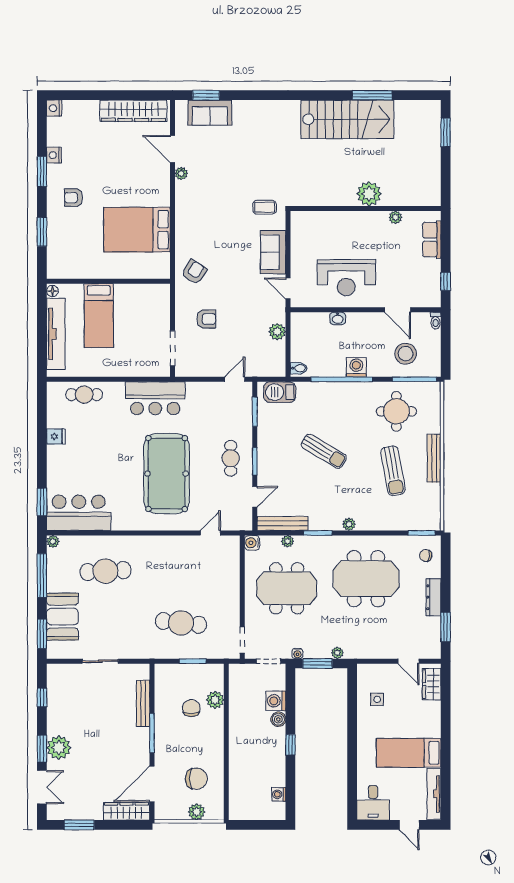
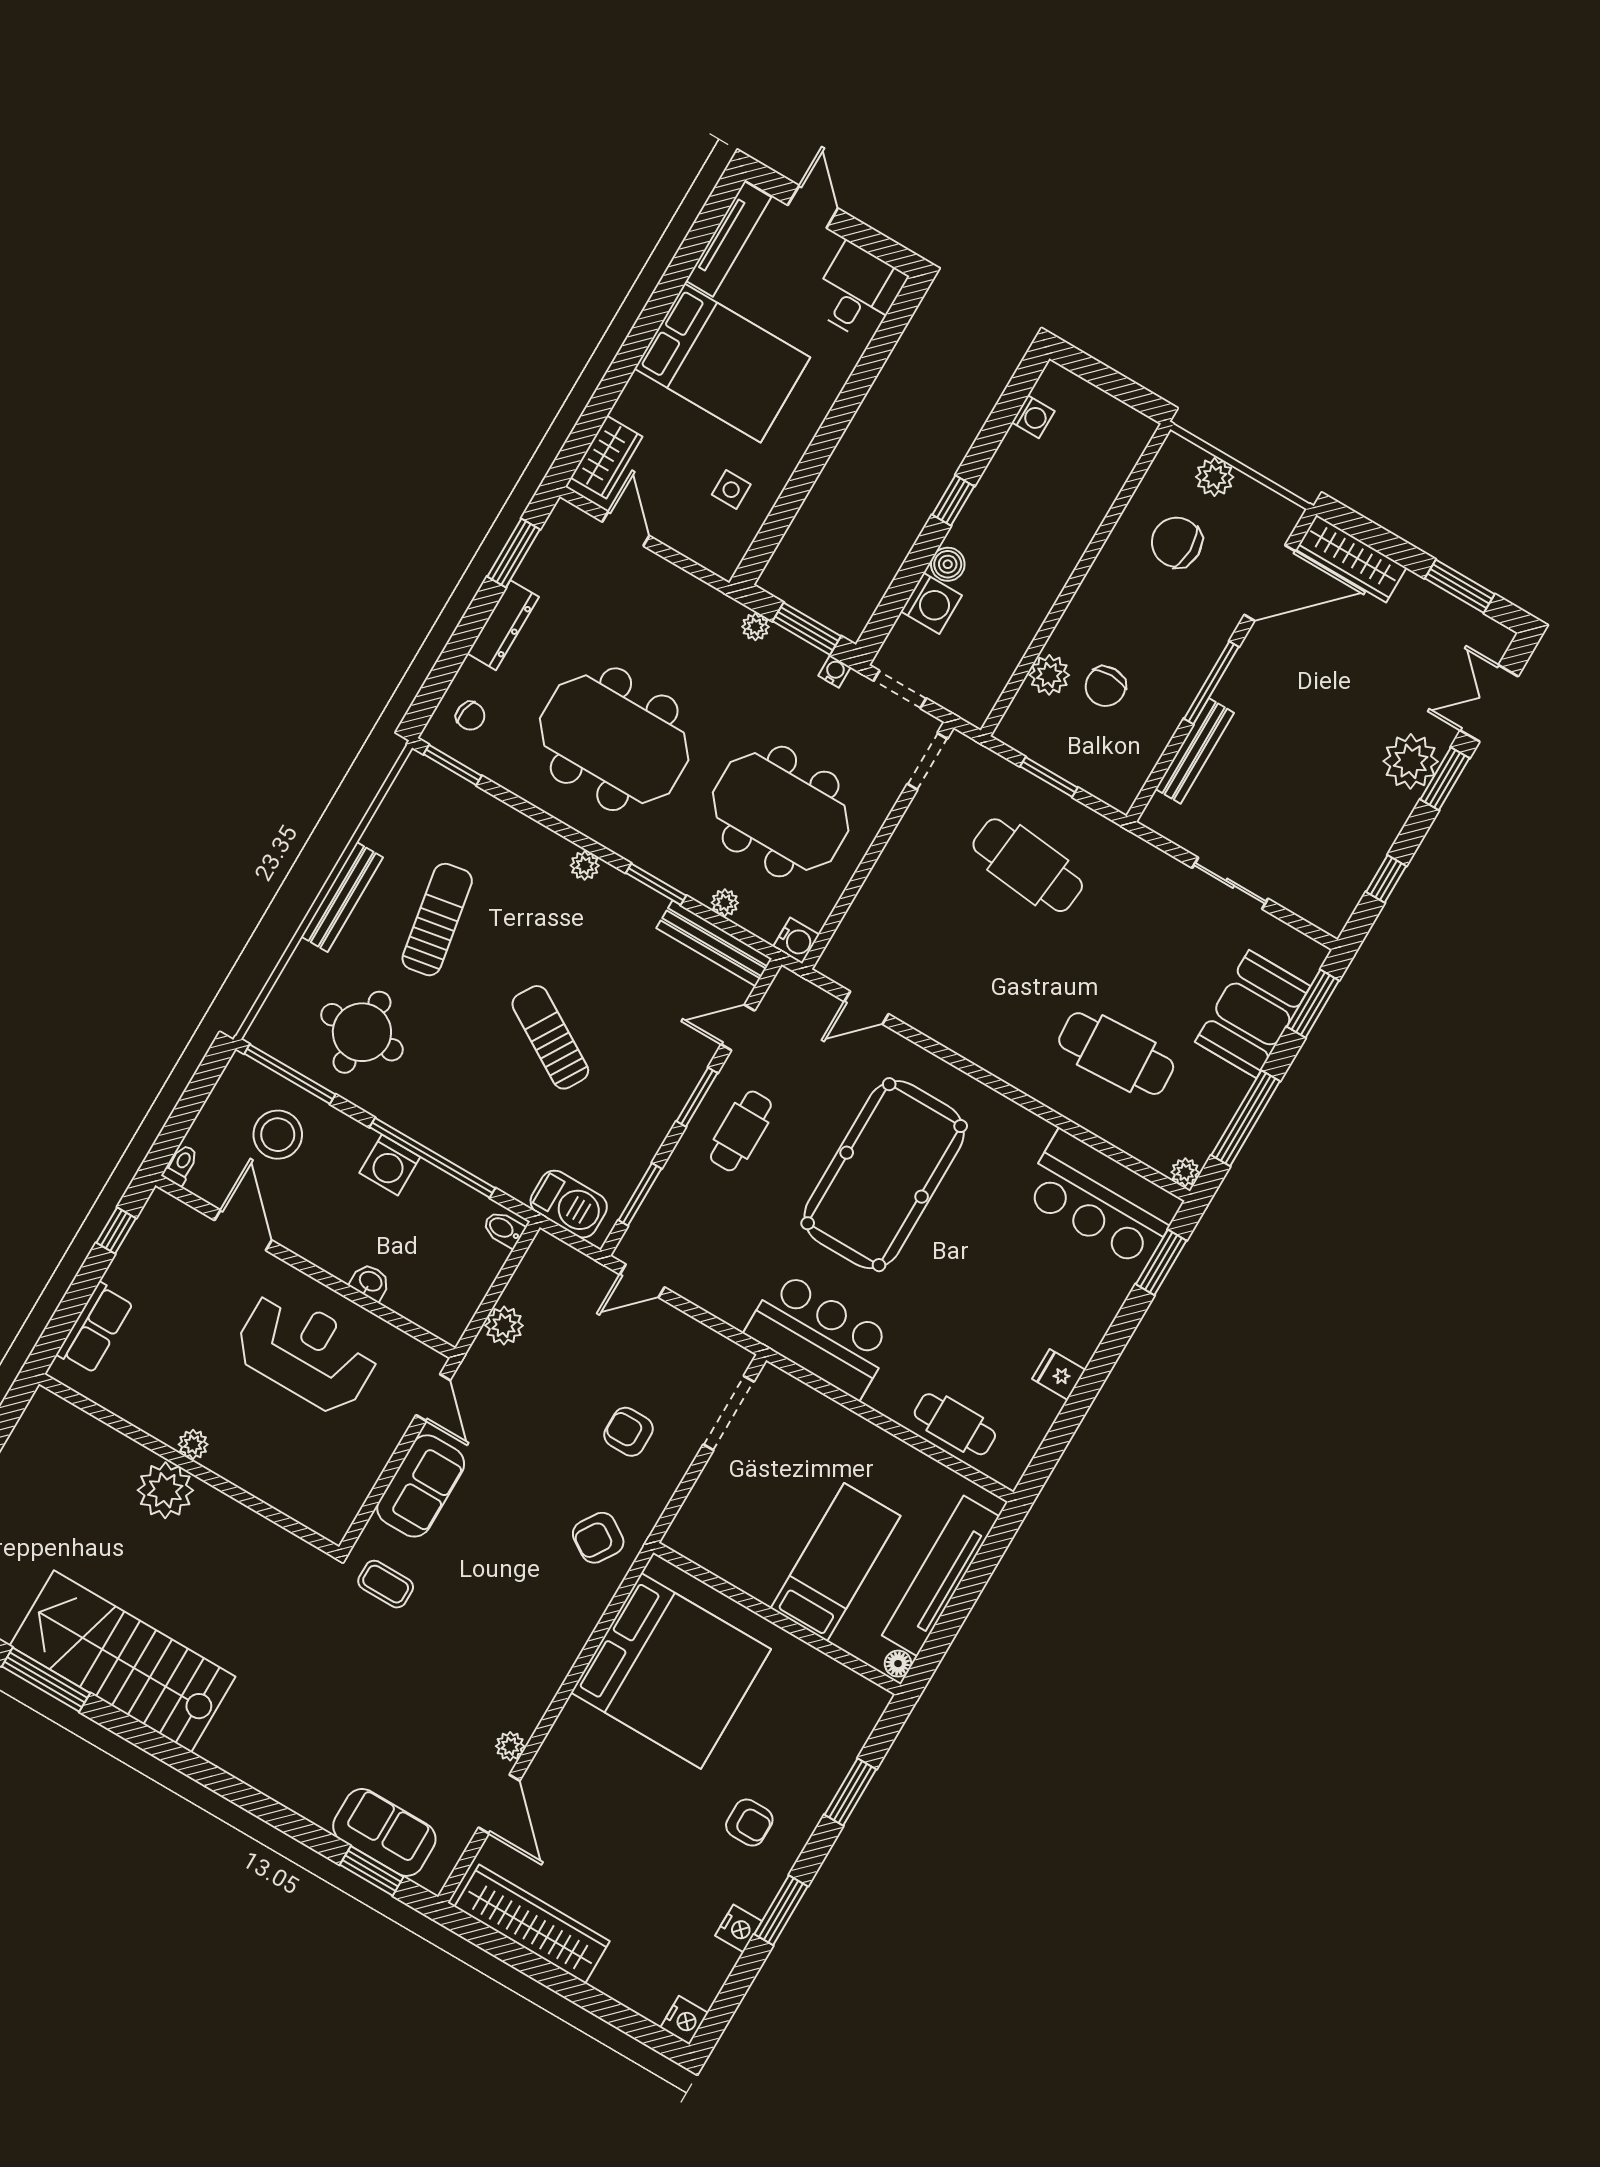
plant: (395, 217) -> (193, 1444), moved
bed: (137, 230) -> (671, 1671), width x1.36
bed: (409, 753) -> (722, 363), width x1.50

